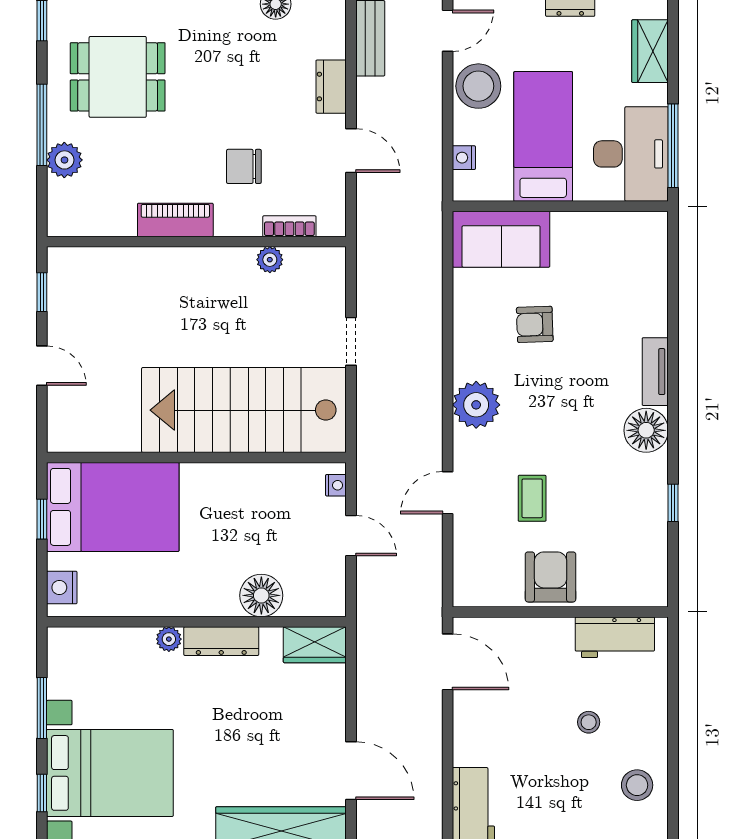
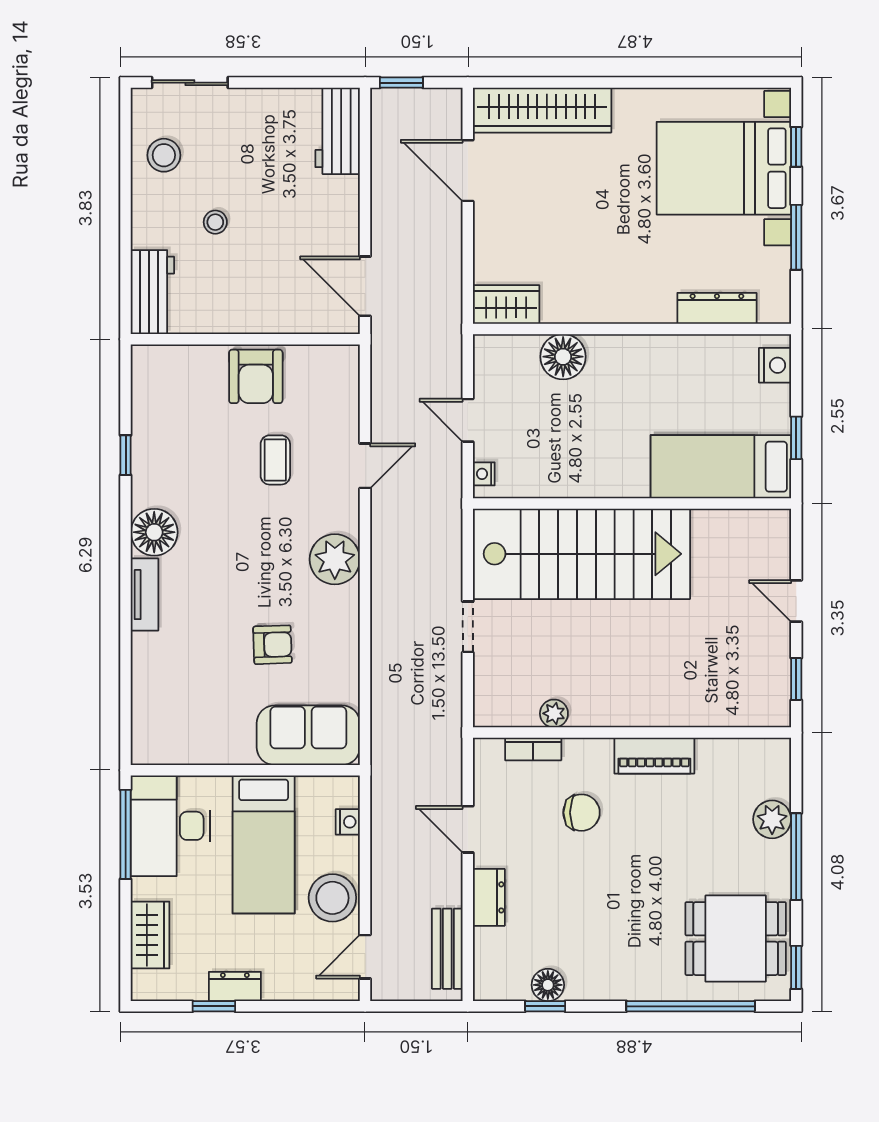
dining table: (118, 77) -> (736, 939), moved
bed: (113, 507) -> (721, 467), width x0.67
workbench: (615, 637) -> (152, 292), moved, turned 90
plant: (169, 639) -> (661, 310), removed
dresser: (221, 641) -> (717, 308), moved

